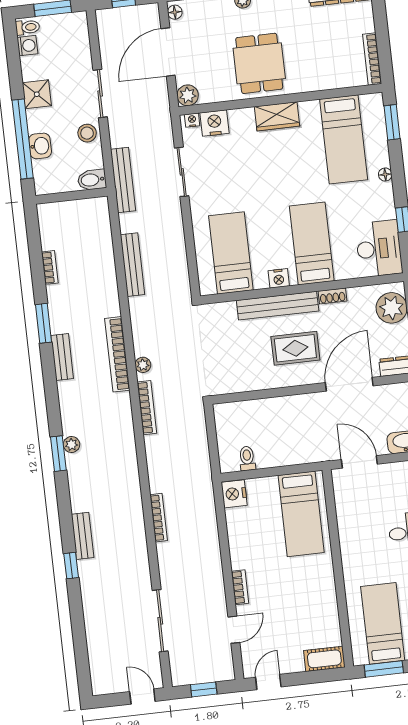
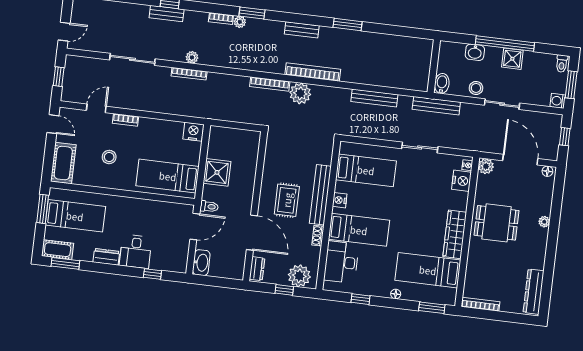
washing machine: (27, 46) -> (558, 101), moved, turned 90
wardrobe: (277, 116) -> (455, 234), width x1.50
window: (23, 139) -> (505, 44), moved
sliding door: (182, 172) -> (420, 148), moved
desk: (379, 249) -> (341, 262), moved, turned 90
bookcase: (50, 267) -> (221, 19), moved
bench: (62, 357) -> (302, 30), moved
plant: (143, 365) -> (300, 93), width x1.88, depth x1.88
plant: (72, 444) -> (240, 22), moved
shower: (281, 450) -> (217, 172), added
toilet: (247, 458) -> (209, 207), moved
plant: (136, 519) -> (192, 57), added
bench: (83, 536) -> (167, 14), moved
stool: (294, 597) -> (109, 157), added
sliding door: (160, 621) -> (132, 59), moved
door: (234, 630) -> (96, 108), swing flipped
cot: (324, 659) -> (63, 163), width x1.37, depth x1.34

